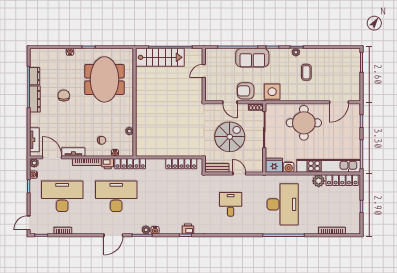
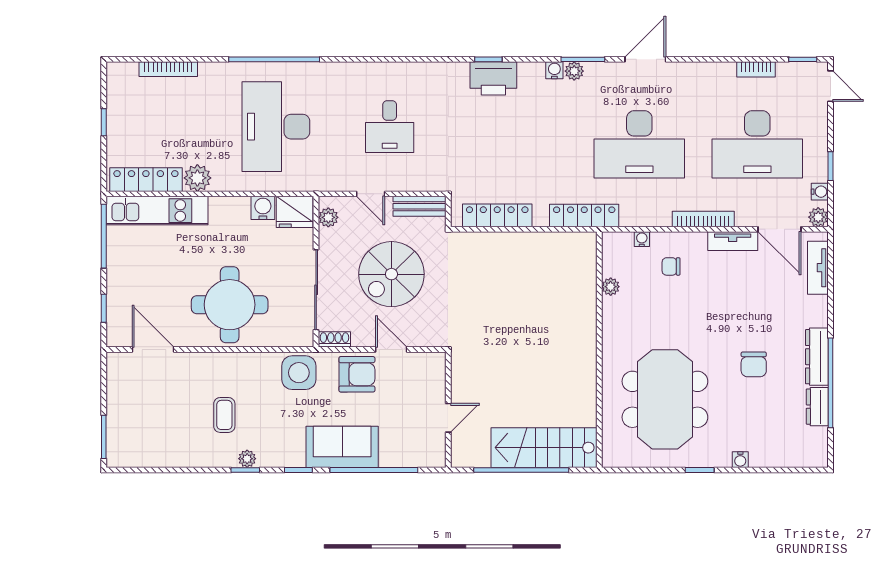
door: (339, 102) -> (153, 350), hinge flipped
plant: (259, 163) -> (328, 217), added
printer: (108, 164) -> (658, 216), removed
locker: (130, 164) -> (584, 215), moved
kitchen unit: (329, 166) -> (157, 211), width x0.73
door: (29, 223) -> (830, 86), hinge flipped
printer: (188, 229) -> (493, 78), width x1.87, depth x1.48

